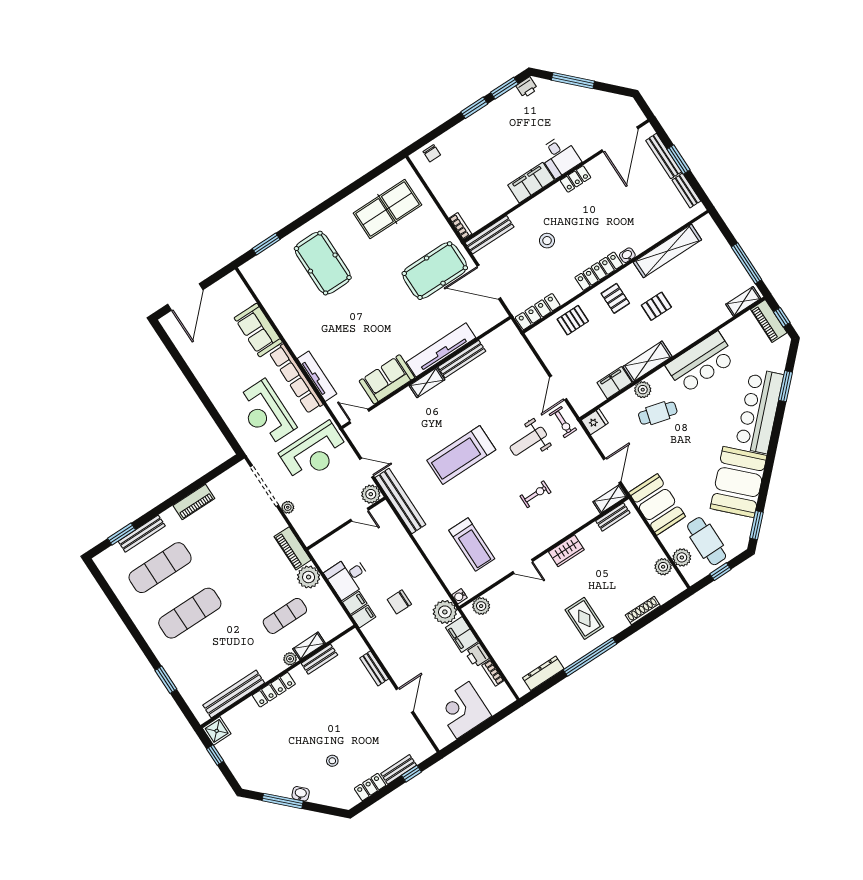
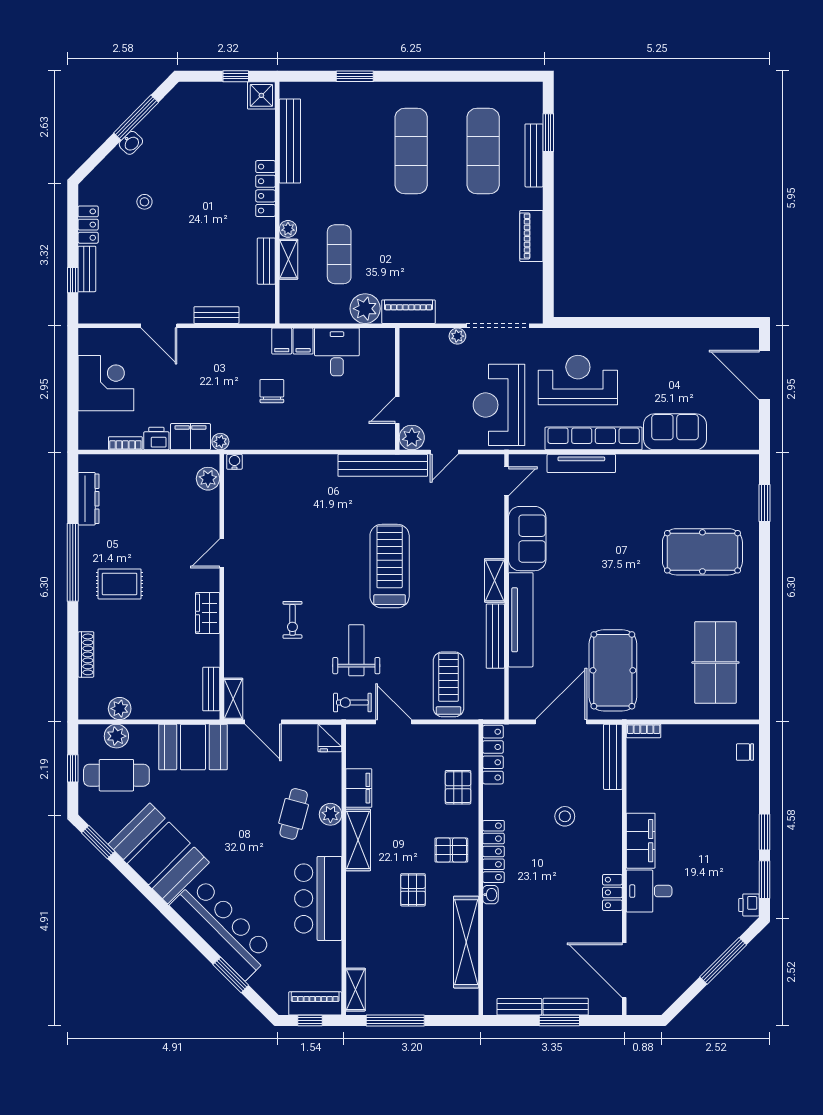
bench: (664, 156) -> (566, 1007), width x0.73
treadmill: (472, 545) -> (449, 684), moved, turned 90
plant: (445, 612) -> (220, 442), width x0.53, depth x0.53

